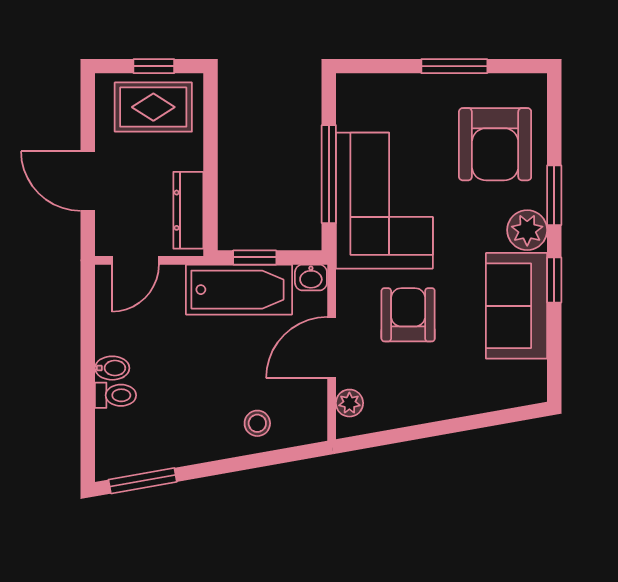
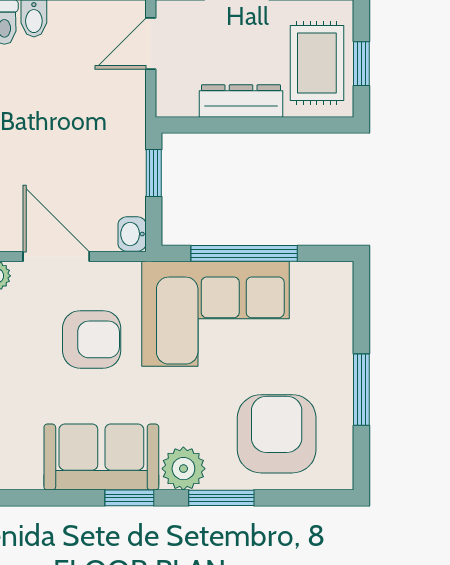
armchair: (495, 144) -> (277, 434), turned 90
dresser: (188, 210) -> (241, 101), moved
door: (135, 260) -> (151, 44), hinge flipped
bathtub: (239, 290) -> (119, 156), removed

